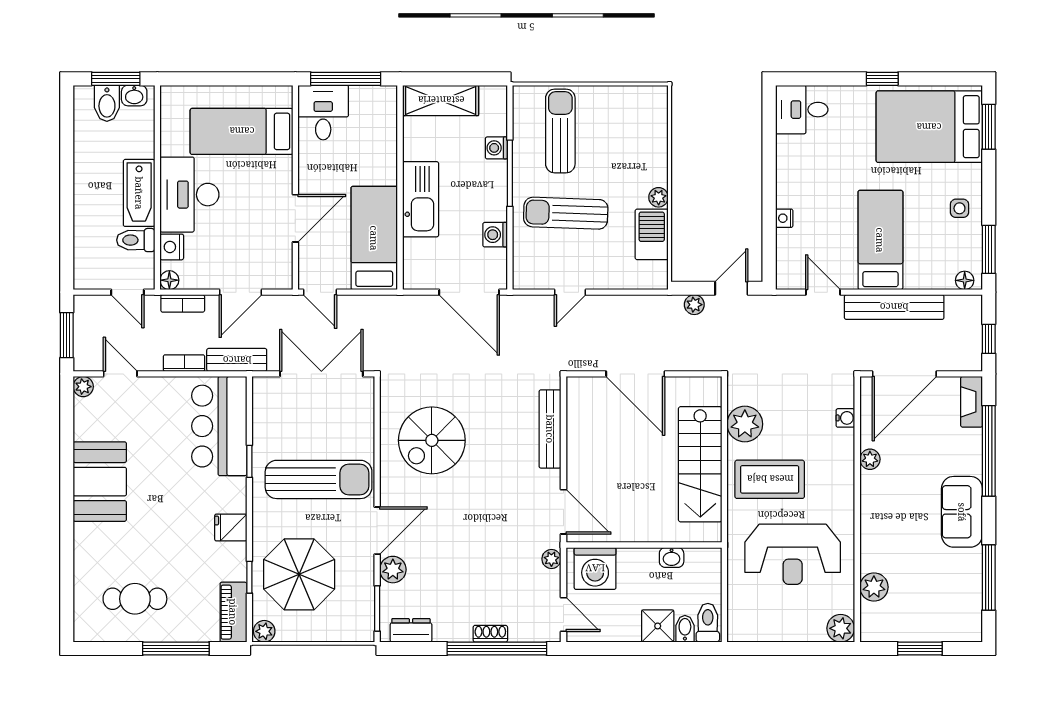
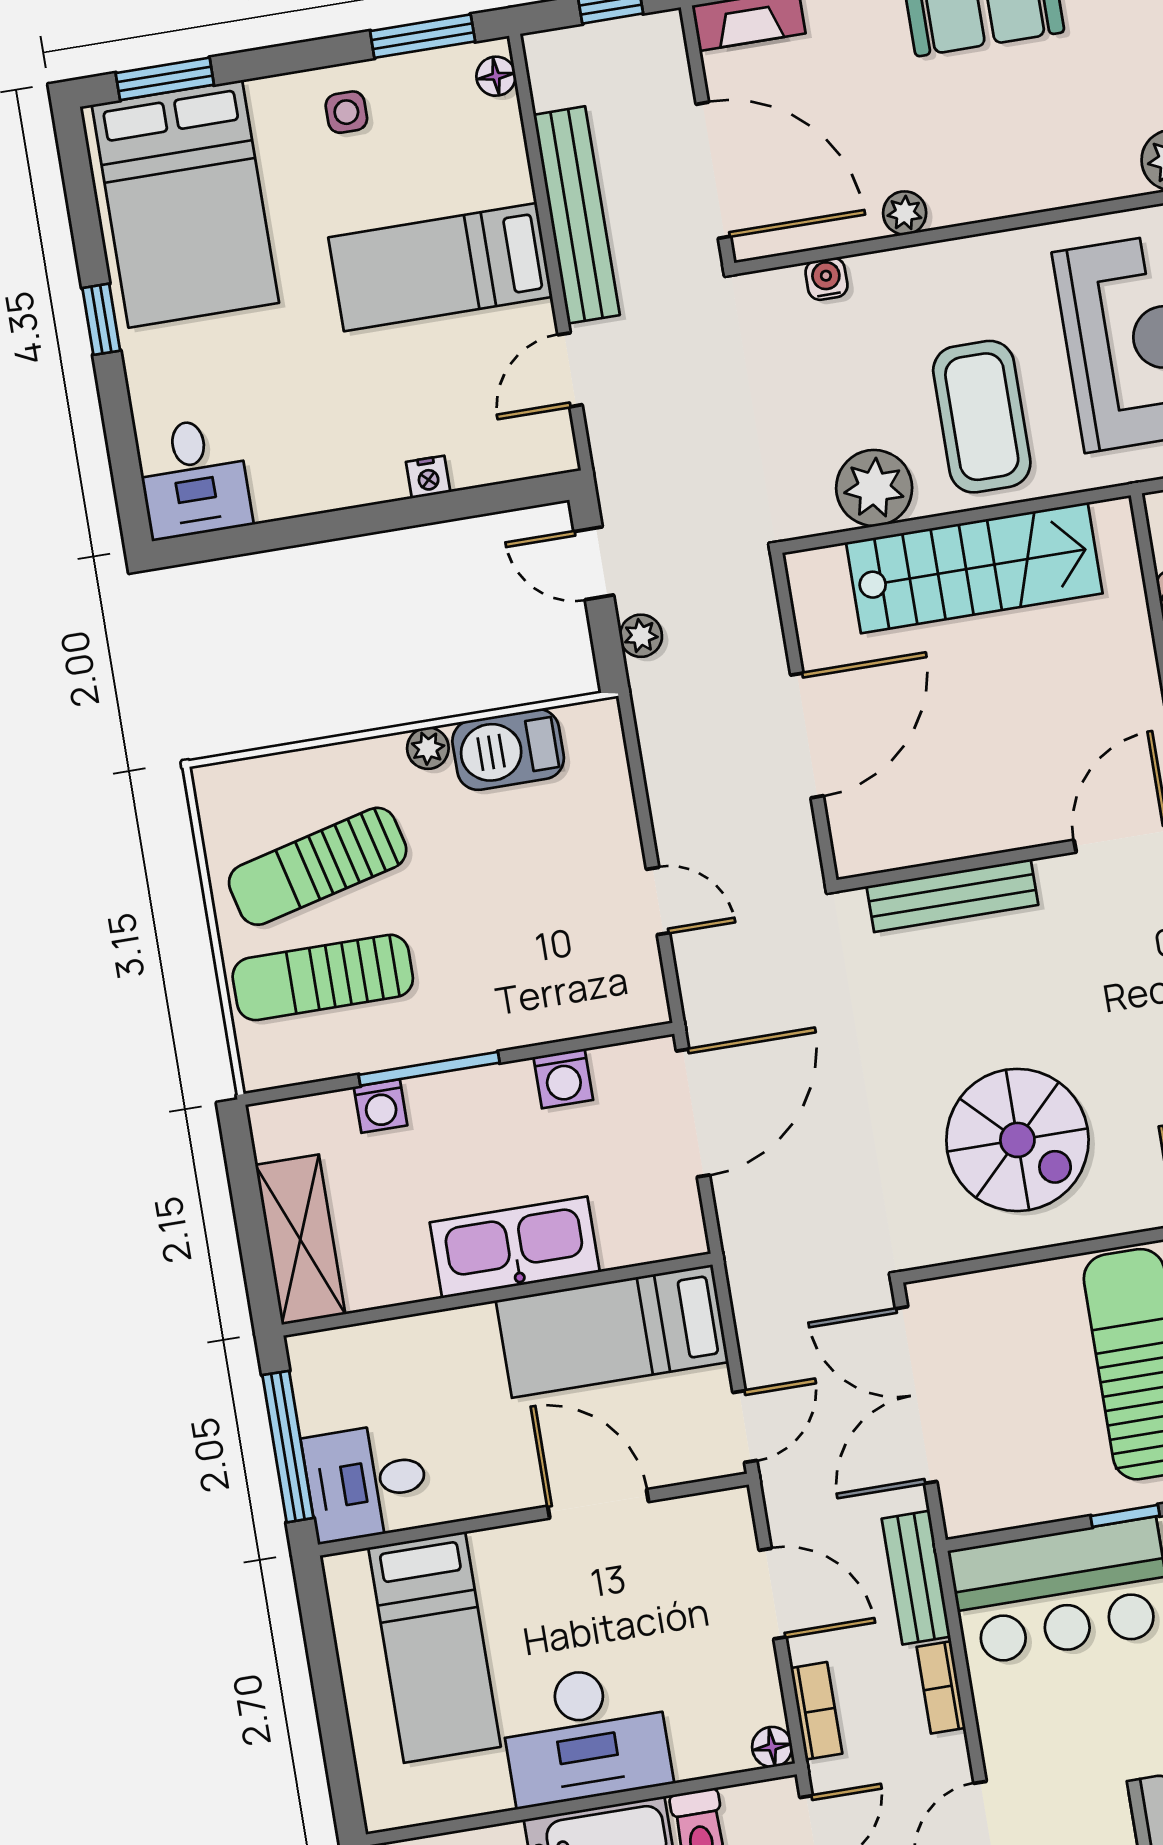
sun lounger: (566, 213) -> (318, 866), moved, turned 74
nightstand: (172, 247) -> (701, 1753), removed

